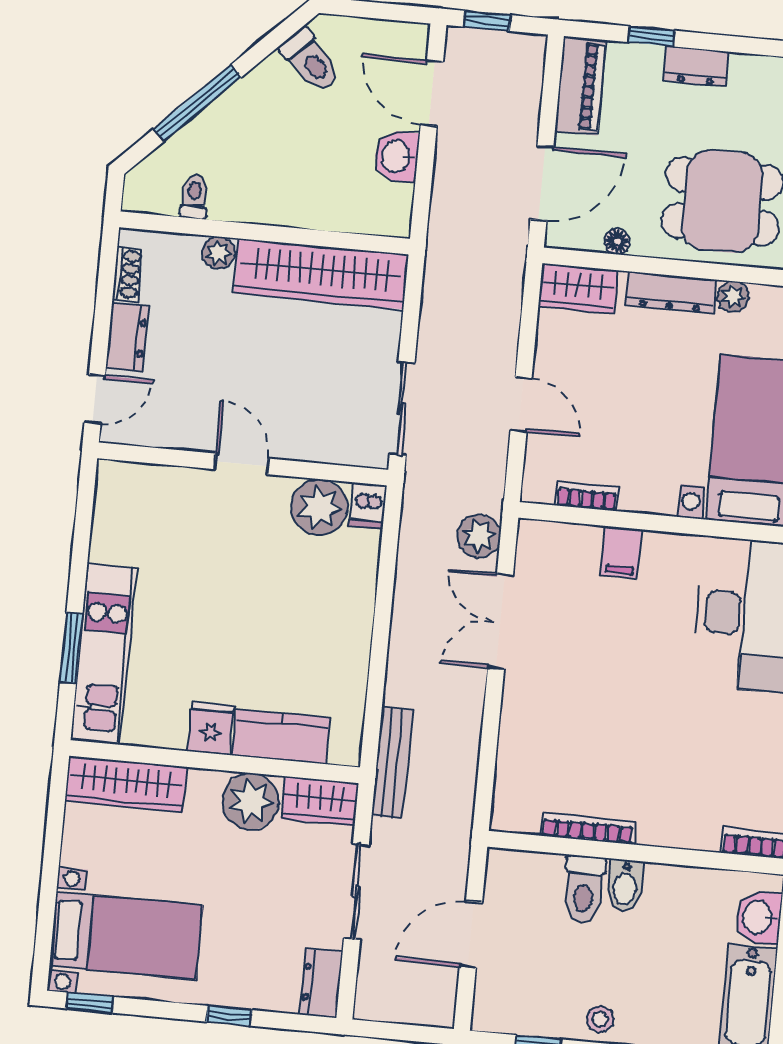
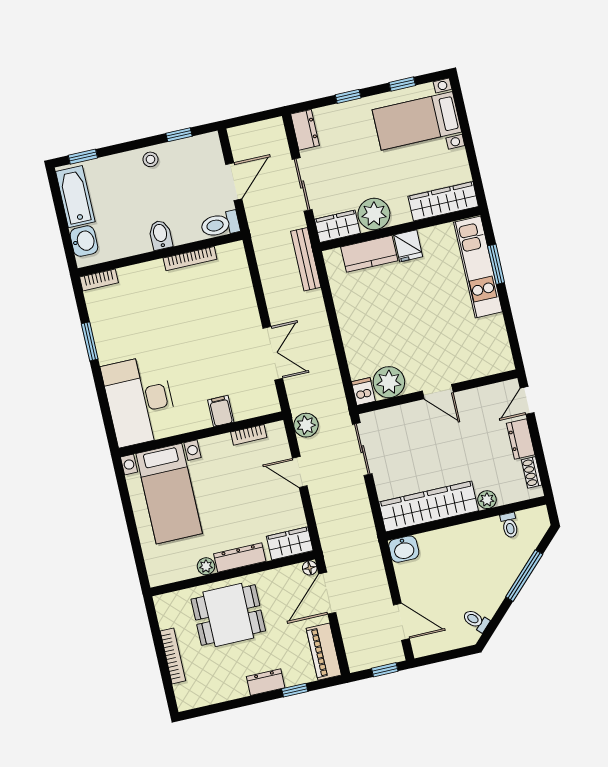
toilet: (310, 60) -> (476, 620), width x0.73, depth x0.72
washbasin: (397, 156) -> (404, 549), moved, turned 90
floor lamp: (617, 242) -> (310, 568), moved
plant: (479, 536) -> (306, 425), moved
toilet: (584, 889) -> (220, 224), moved, turned -90
window: (90, 1003) -> (402, 84), moved

